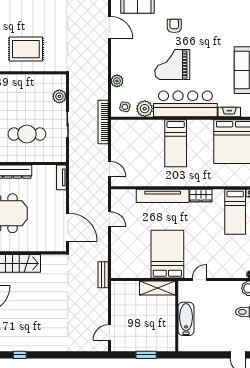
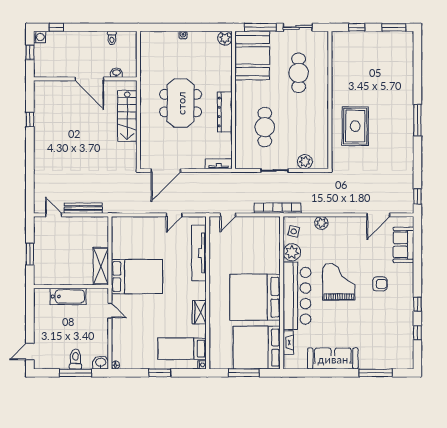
bed: (176, 143) -> (255, 297), width x2.04
tv unit: (163, 196) -> (199, 253), moved
bench: (103, 275) -> (83, 208), moved, width x1.36

